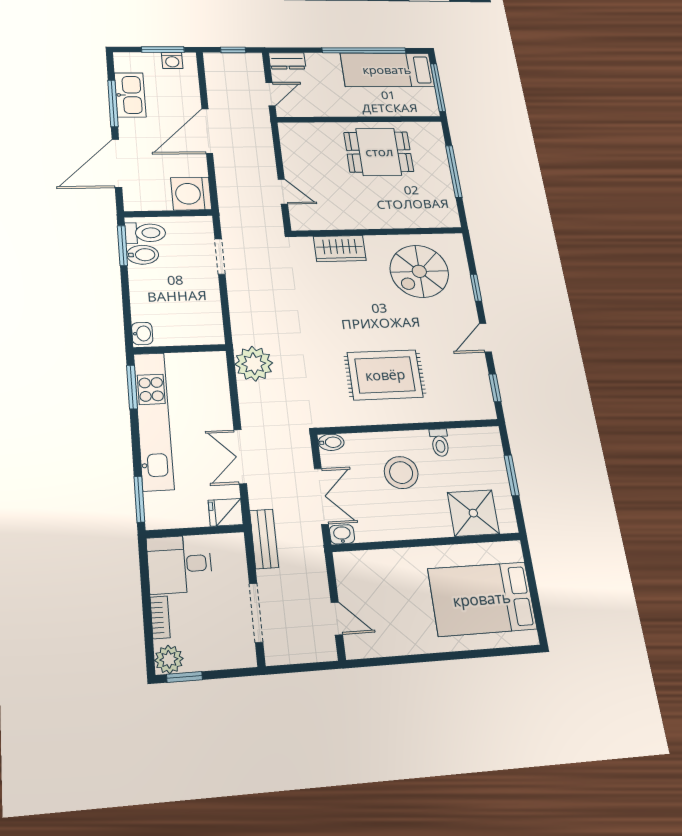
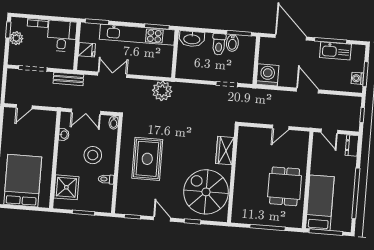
bed: (387, 70) -> (320, 203), moved
door: (207, 131) -> (307, 91), width x0.73
door: (283, 192) -> (281, 127), moved
toilet: (145, 233) -> (219, 44), moved
spiral stairs: (419, 271) -> (206, 192), width x1.37, depth x1.37
washbasin: (142, 334) -> (192, 39), width x1.91, depth x1.45
fridge: (226, 512) -> (87, 50), moved, turned 90
washbasin: (342, 534) -> (64, 135), moved
plant: (169, 659) -> (16, 38), moved

